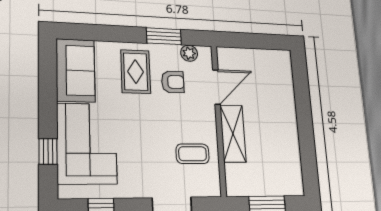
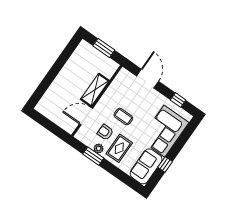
plant: (189, 53) -> (99, 148), moved
window: (48, 151) -> (165, 164), moved
coffee table: (193, 154) -> (123, 117), moved

